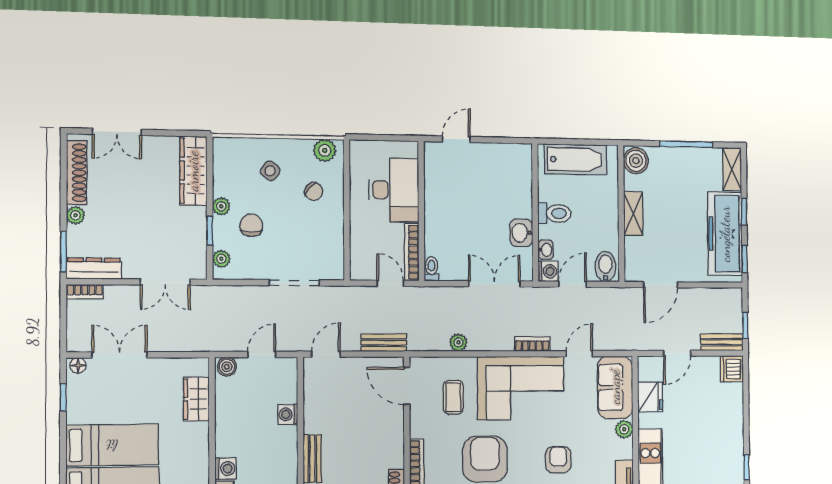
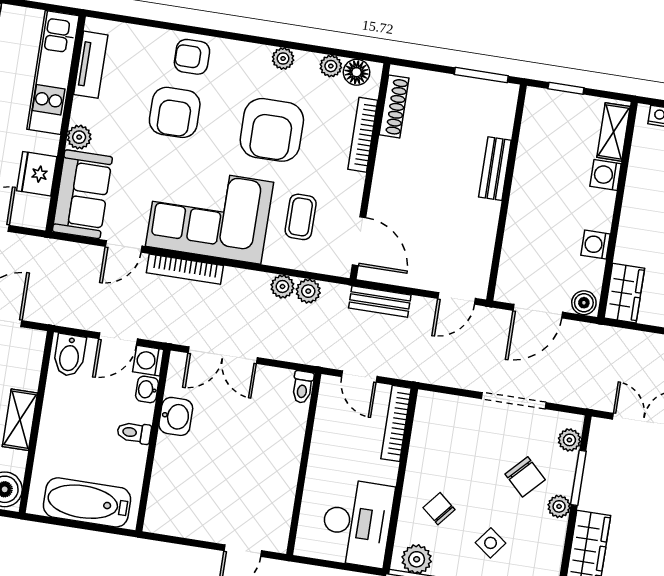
desk: (394, 190) -> (357, 523), moved, turned 180
toilet: (554, 213) -> (134, 433), width x0.73, depth x0.72
chair: (251, 225) -> (525, 477), turned -46
window: (210, 231) -> (578, 478), width x1.50
bookcase: (412, 252) -> (396, 423), moved, turned 180
doorway: (294, 283) -> (514, 401), moved
plant: (439, 342) -> (308, 291), added
bookcase: (532, 344) -> (185, 269), width x1.56
door: (262, 354) -> (538, 311), width x1.38
wardrobe: (196, 399) -> (624, 293), moved
washing machine: (288, 414) -> (596, 245), moved, turned 180
armchair: (558, 460) -> (175, 112), width x1.38, depth x1.38

